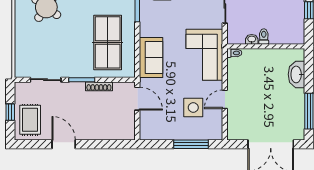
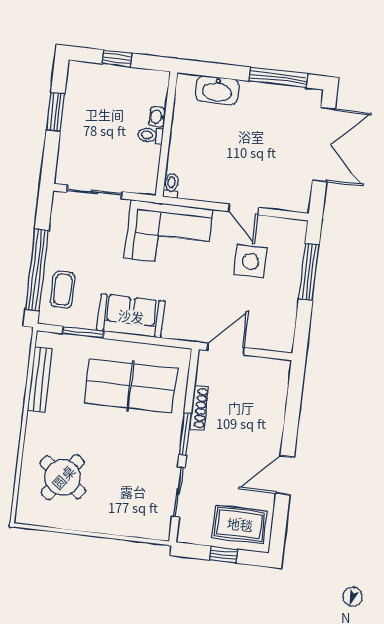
washbasin: (252, 39) -> (157, 117), moved
sofa: (151, 58) -> (131, 316), moved

